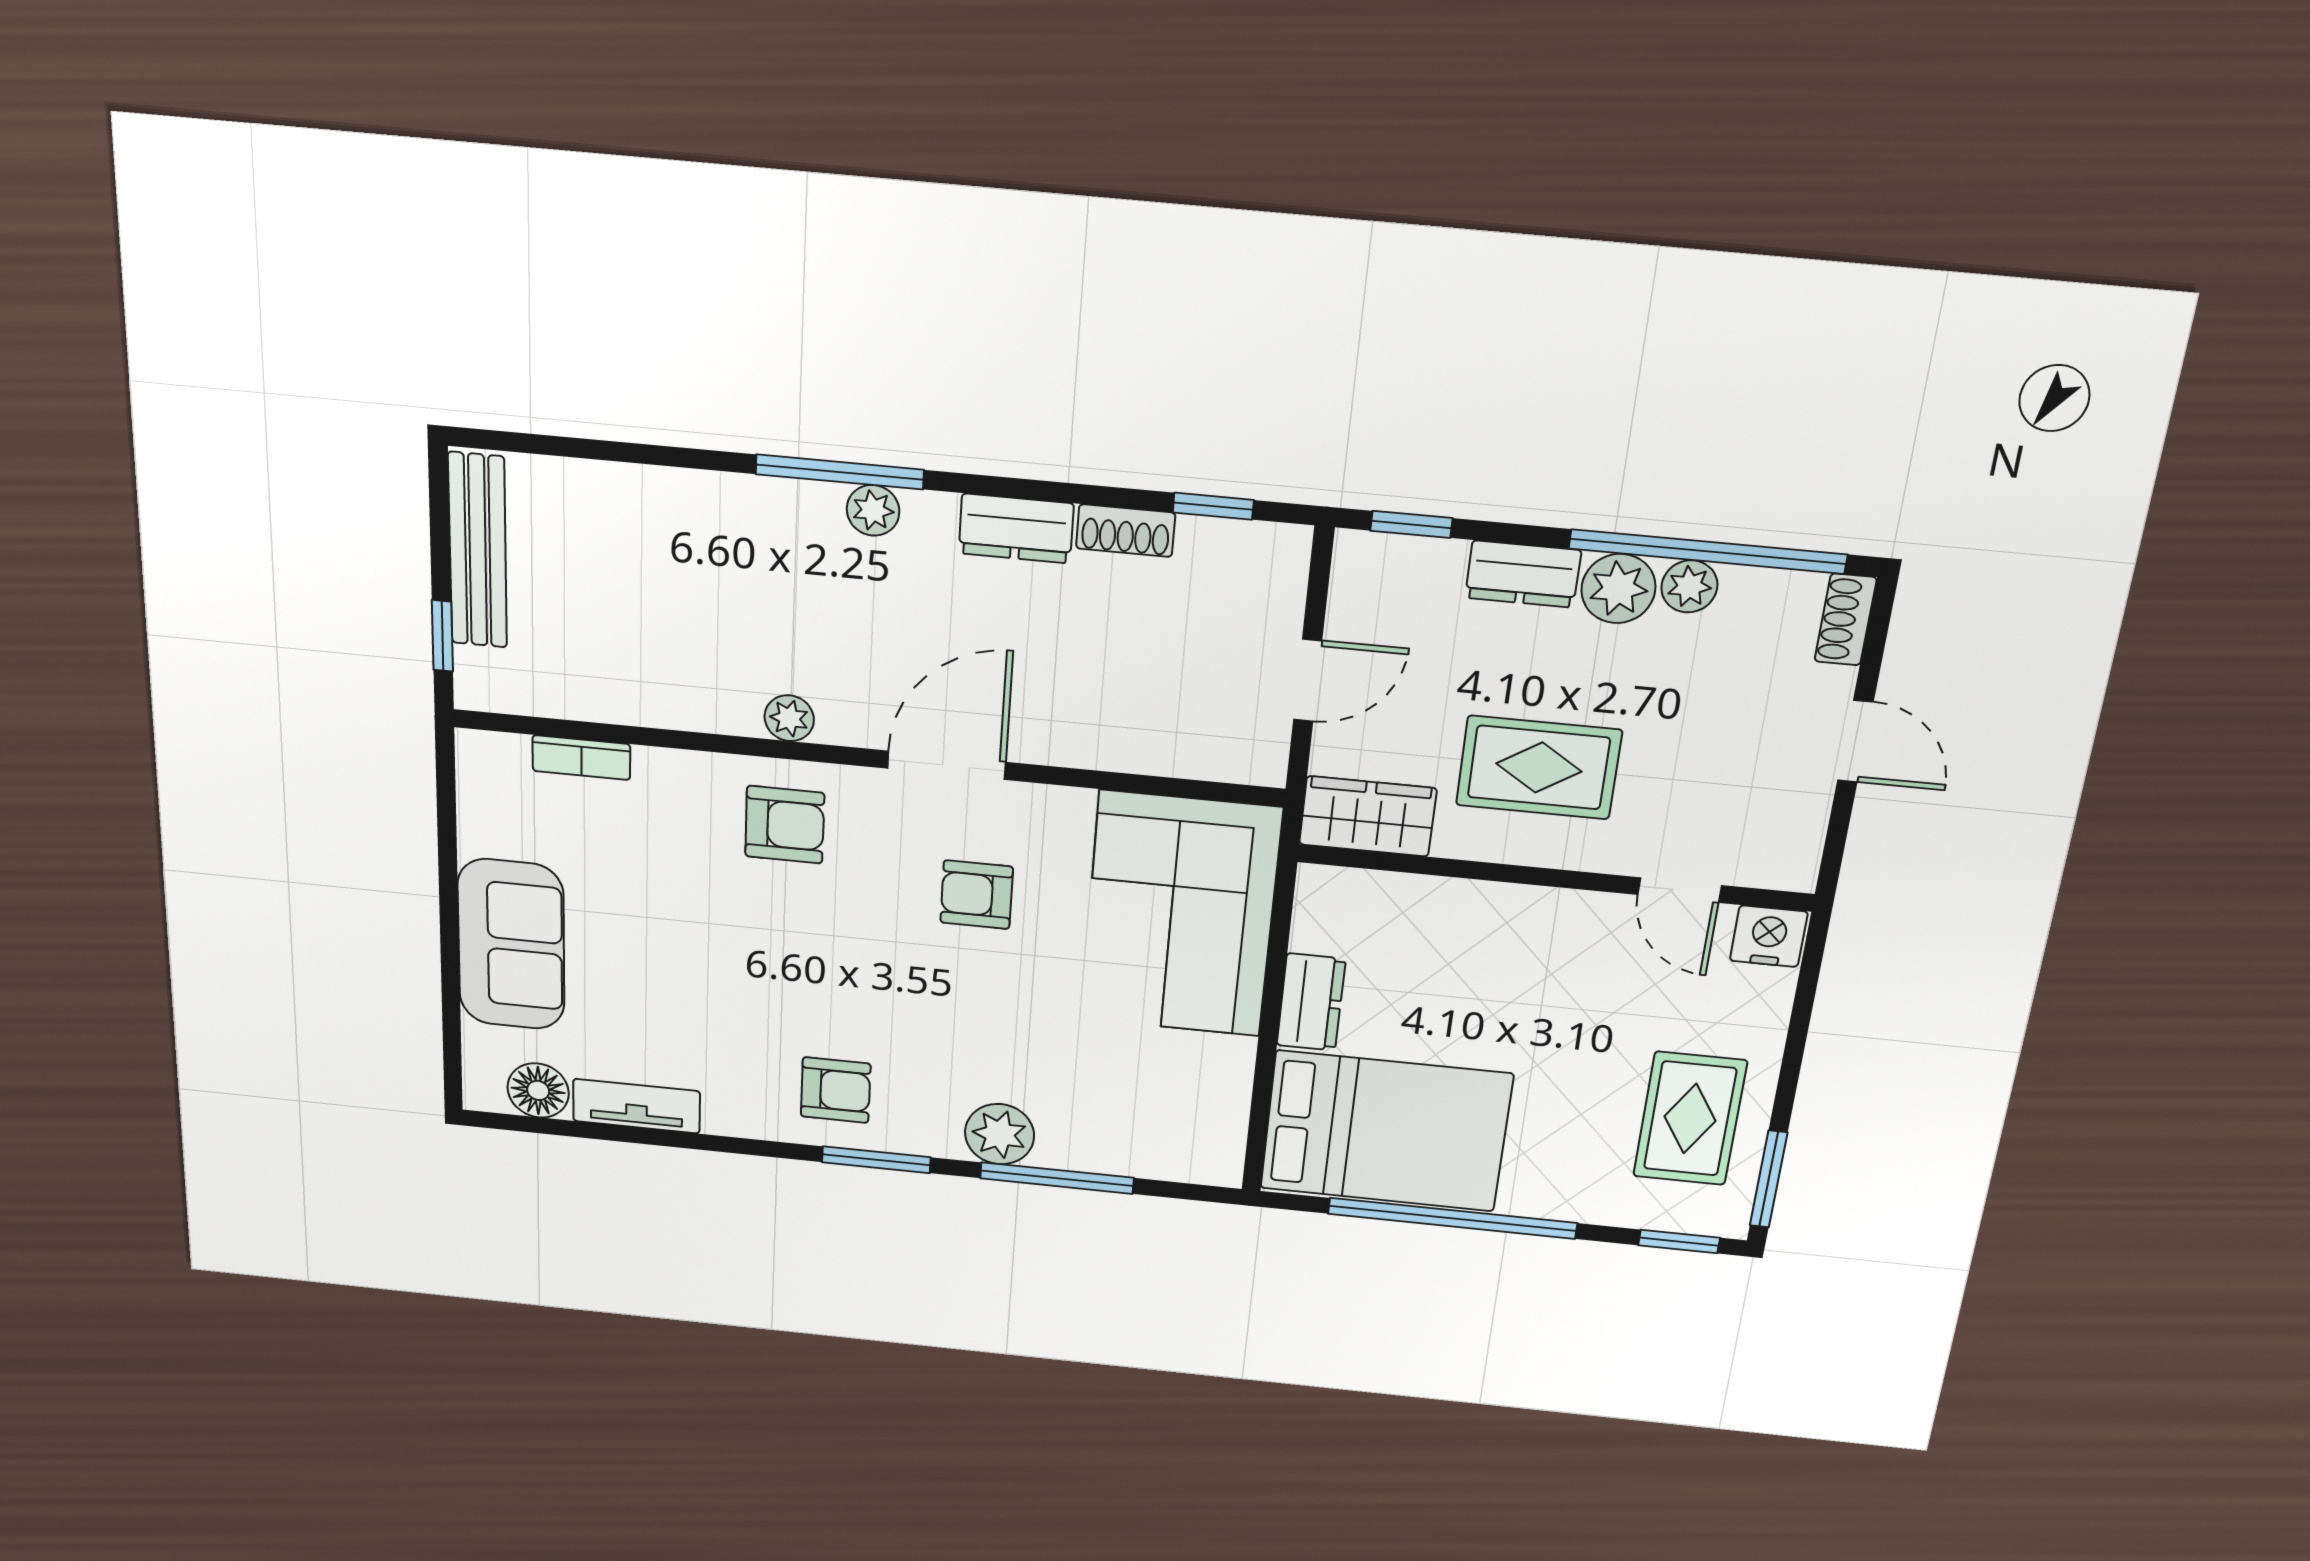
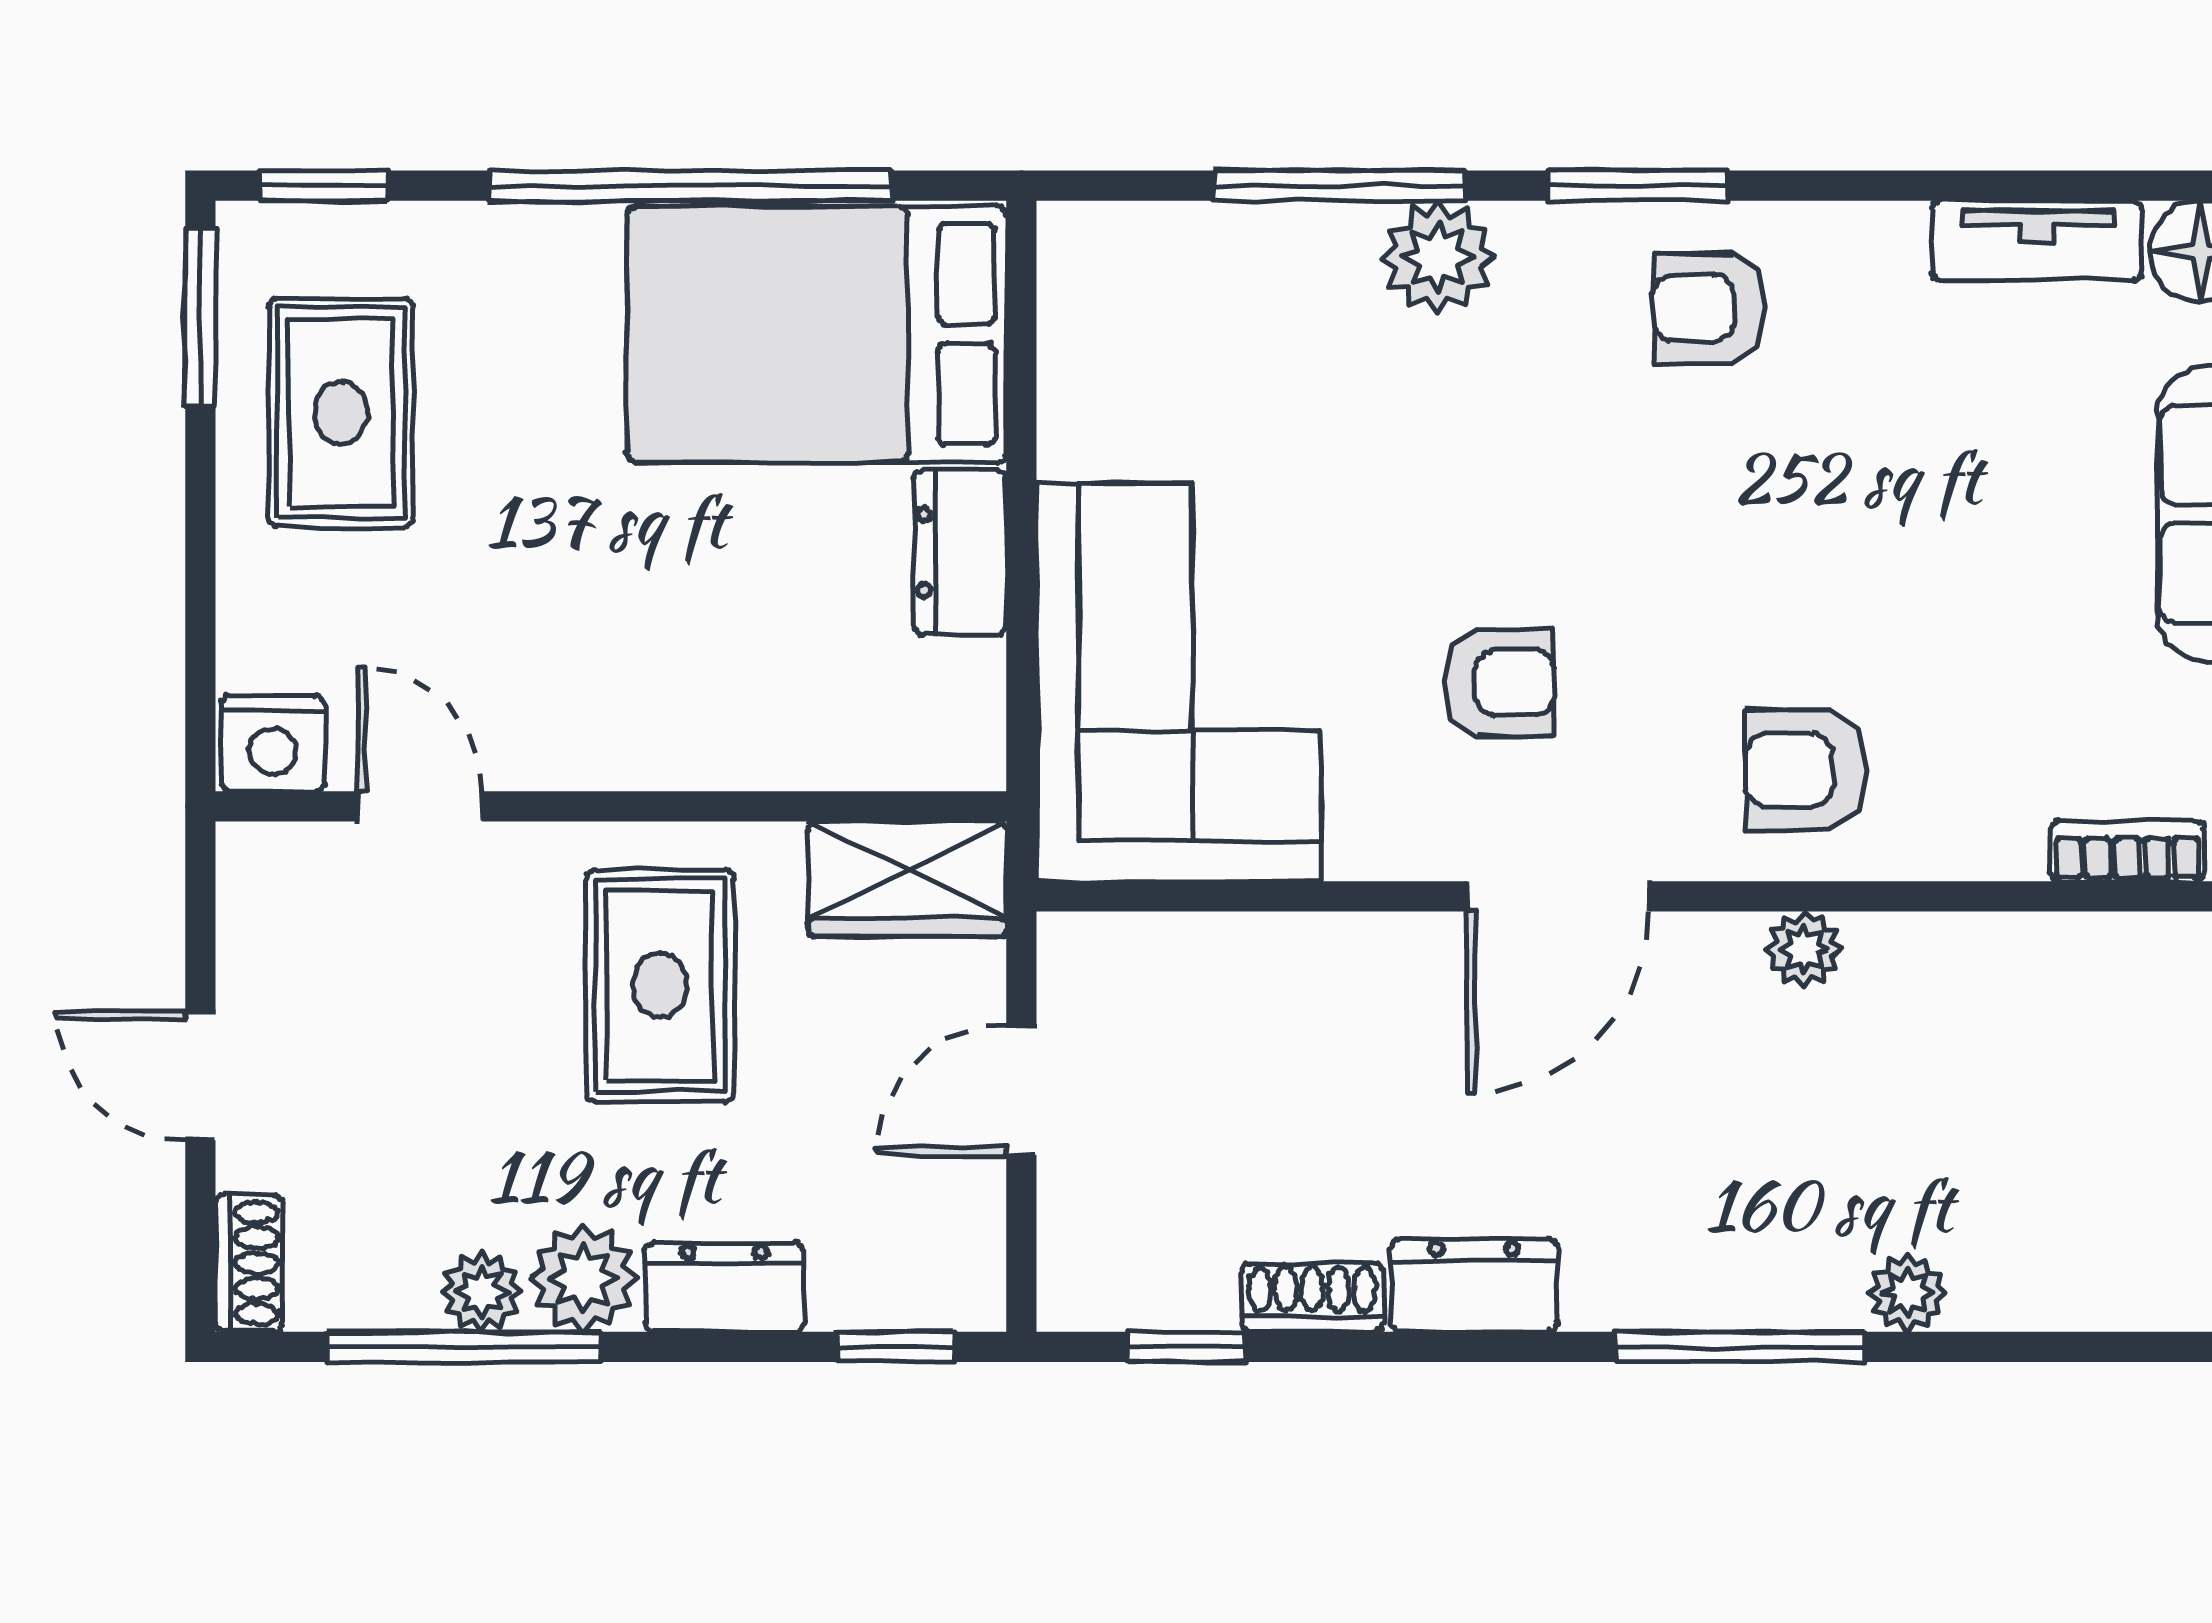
plant: (873, 510) -> (1907, 1293), moved
window: (1708, 552) -> (464, 1347), width x0.68
rug: (1539, 767) -> (660, 986), turned 90

